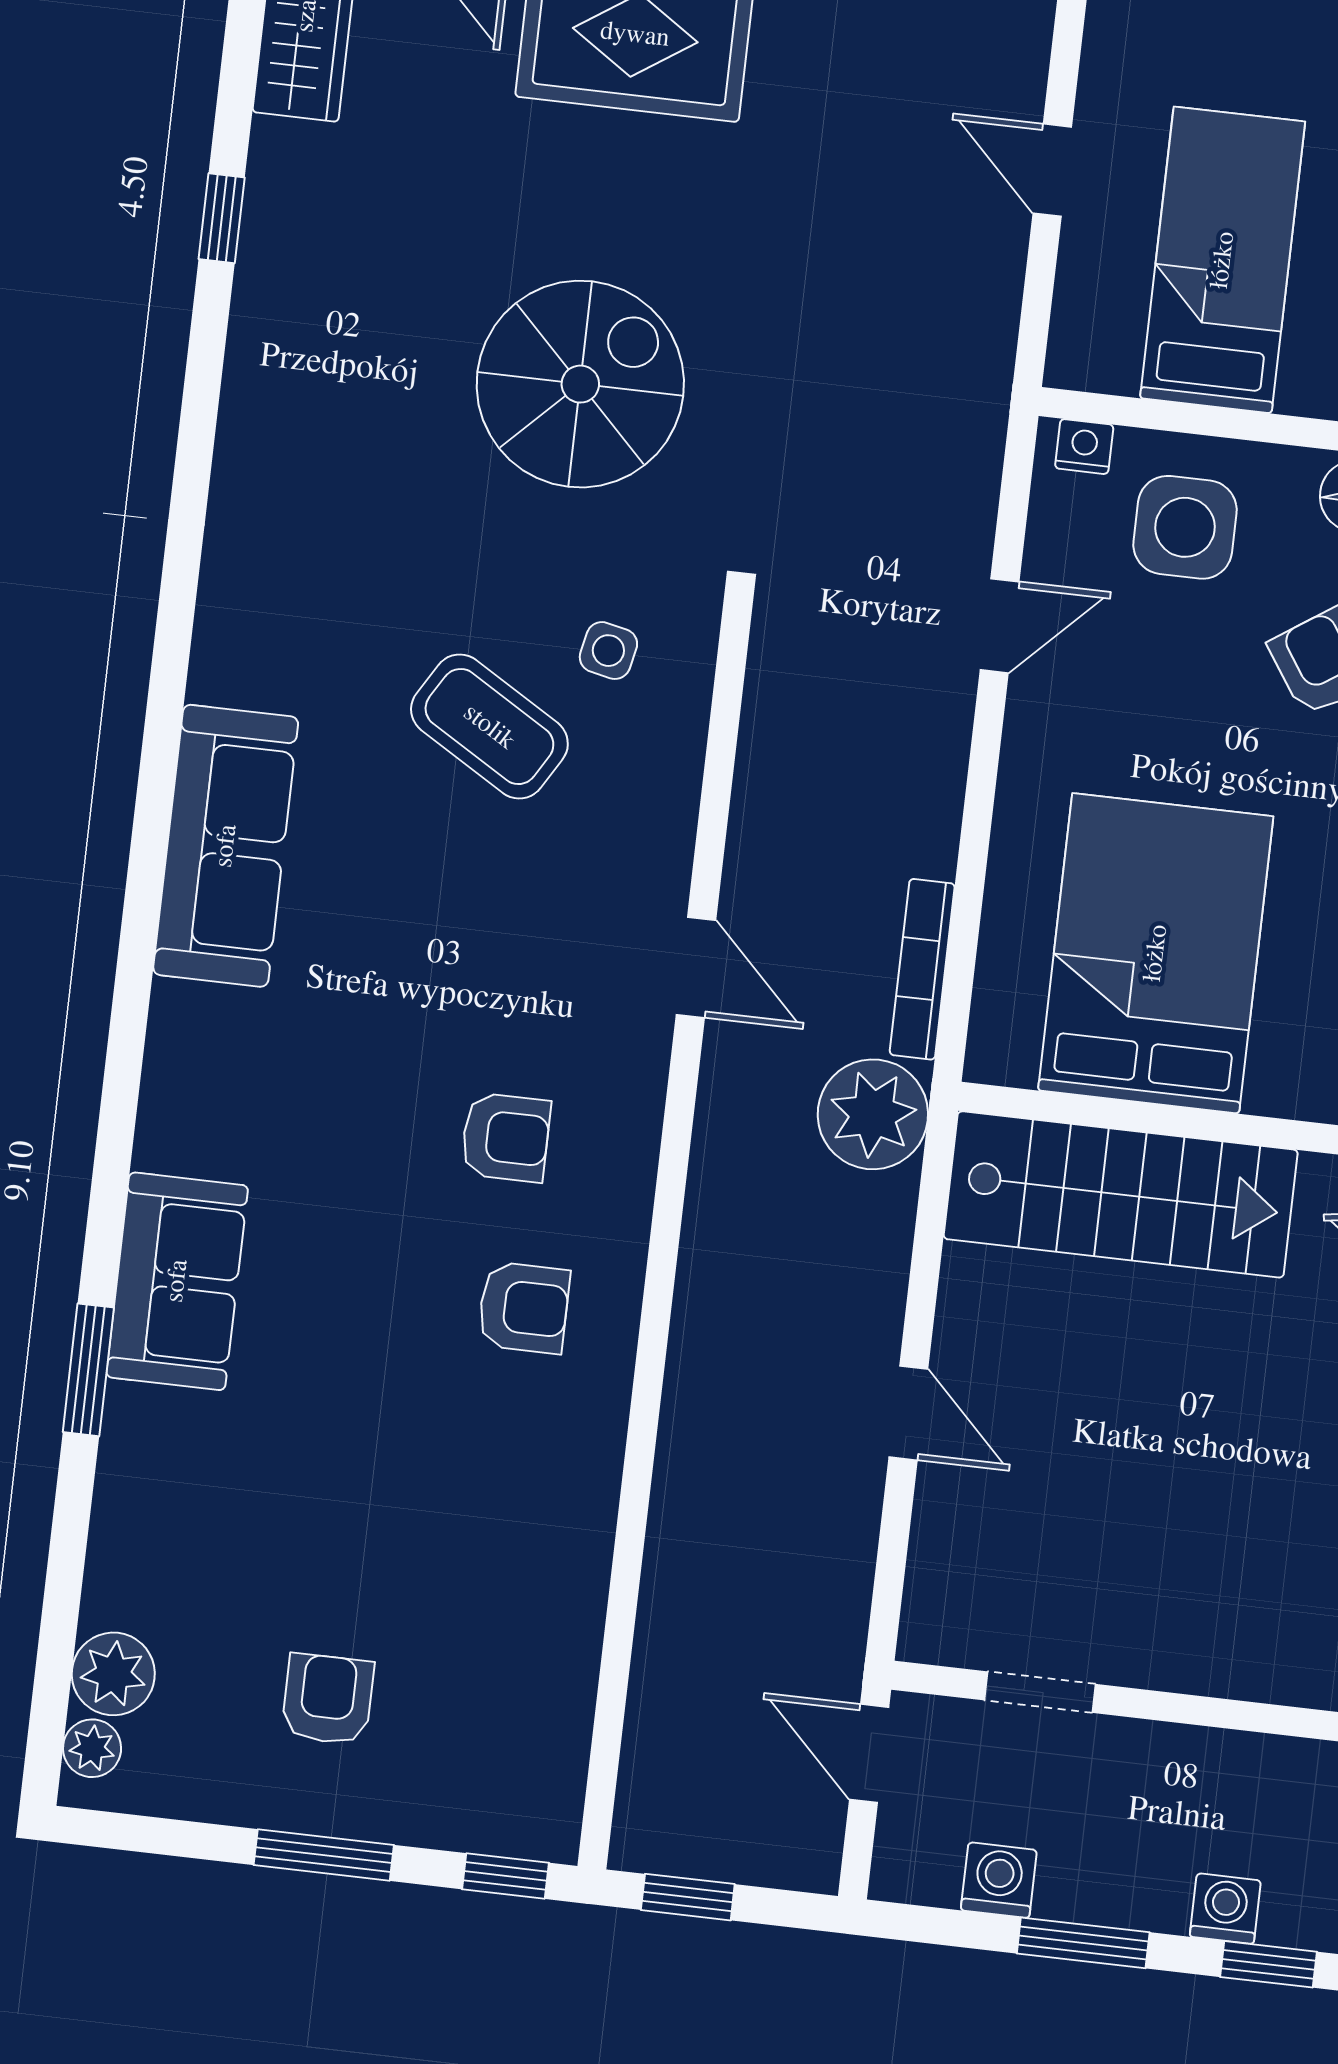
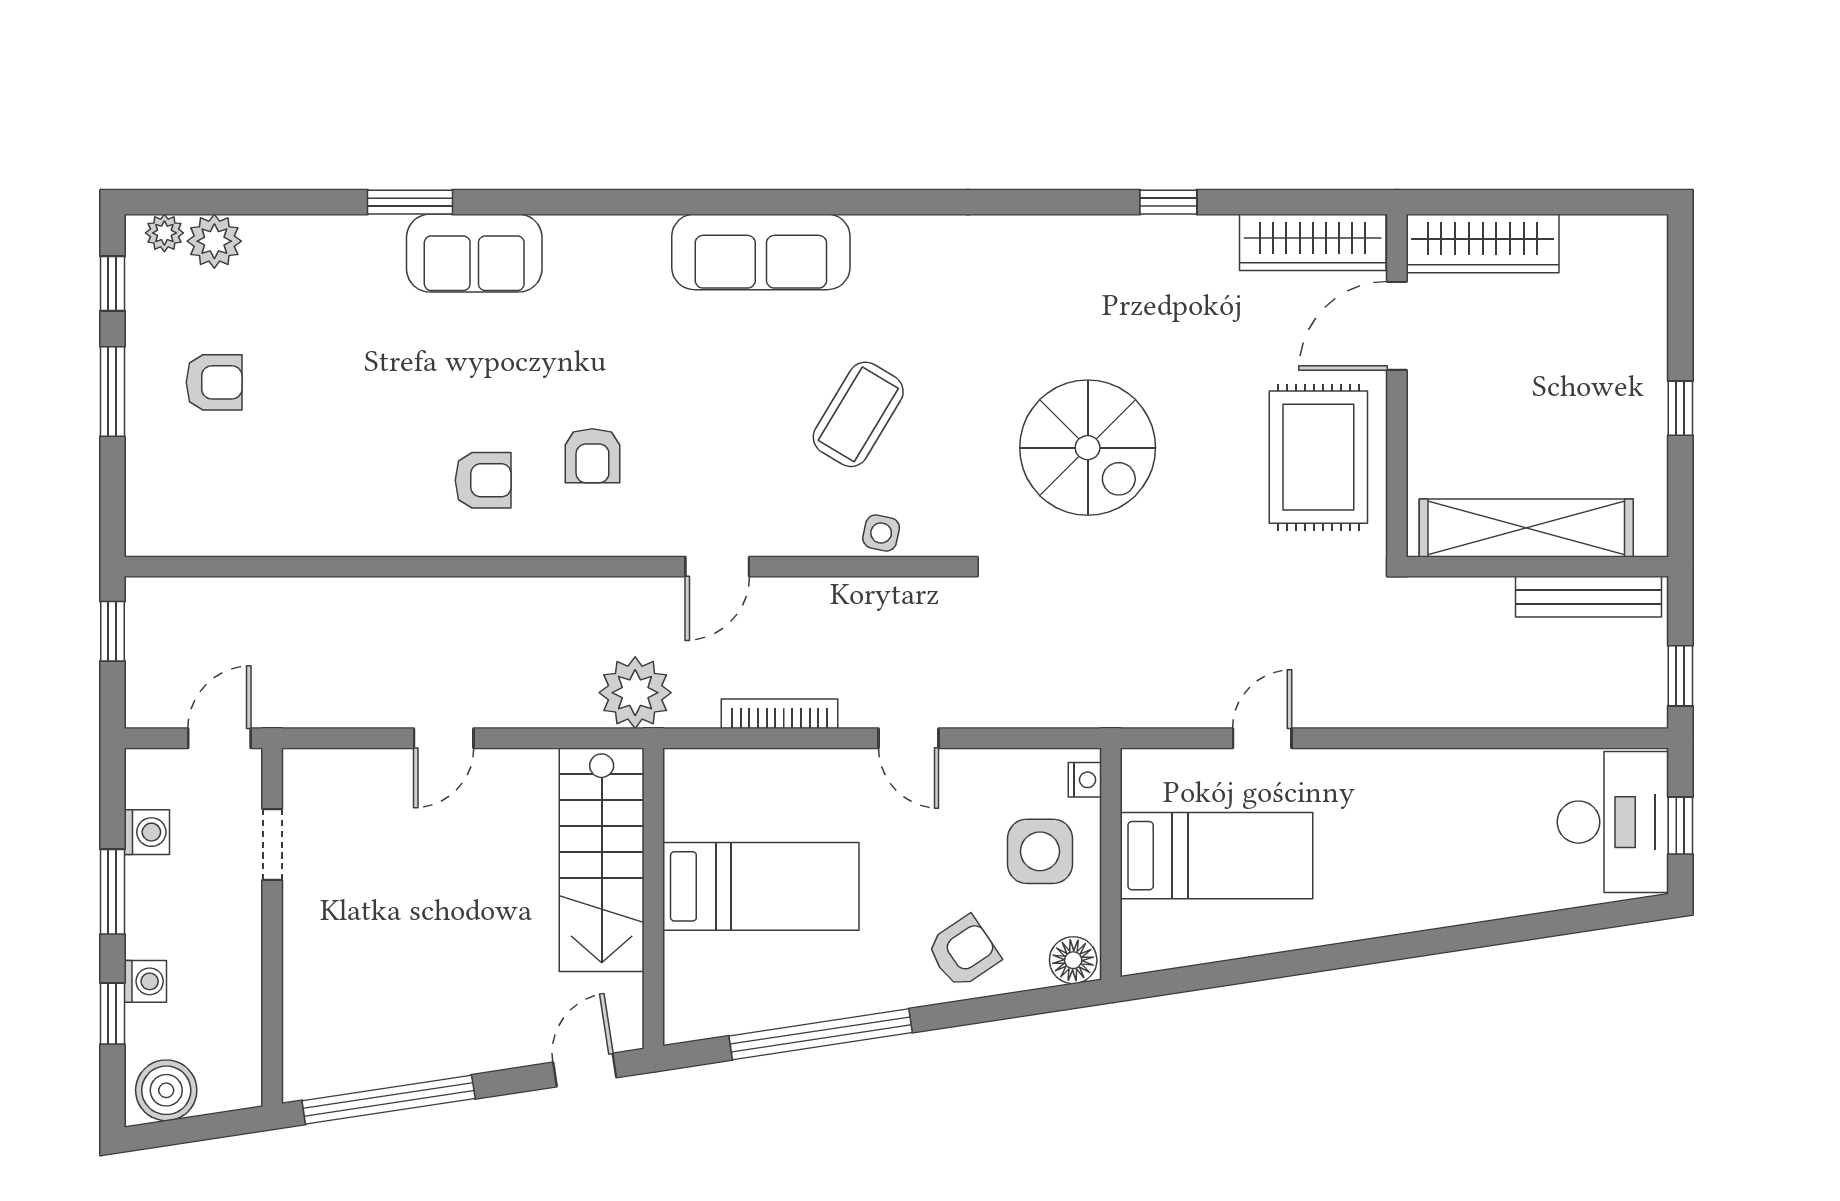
door: (1000, 626) -> (909, 738), moved
side table: (608, 651) -> (881, 533), moved
bed: (1156, 953) -> (761, 886), width x0.67
bookcase: (922, 969) -> (780, 714), moved
armchair: (524, 1308) -> (483, 480), turned -90
window: (506, 1876) -> (112, 283), moved

